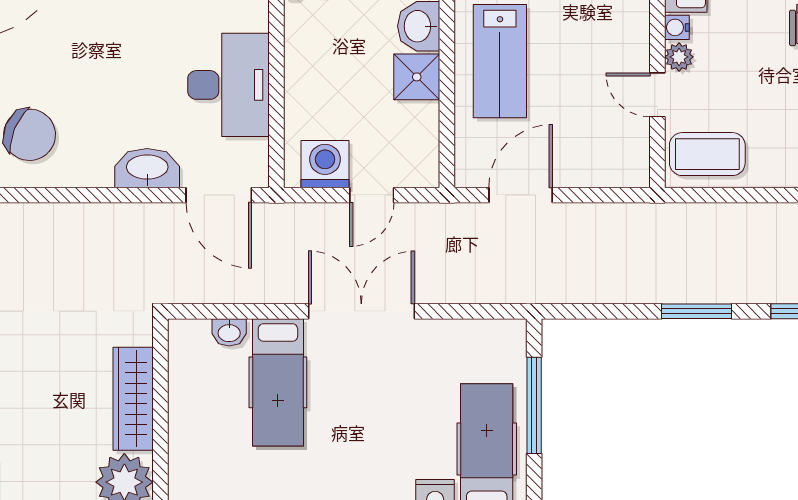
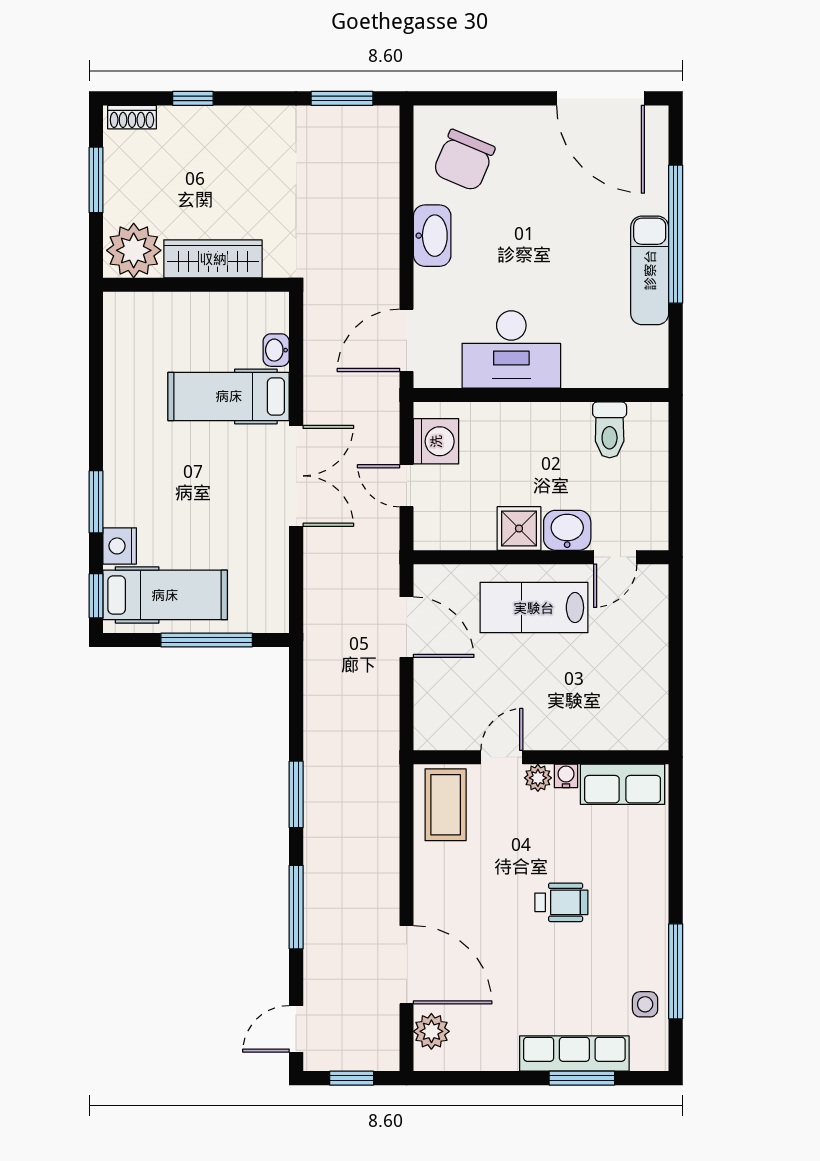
washbasin: (147, 168) -> (432, 236), moved

